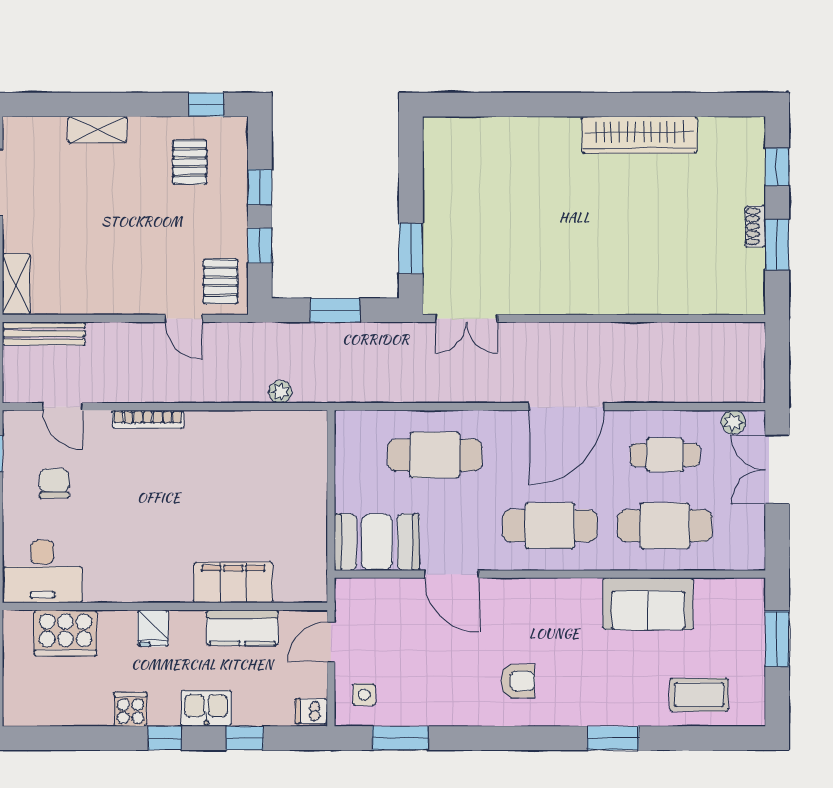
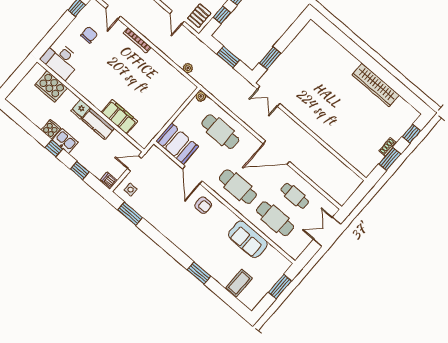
plant: (733, 422) -> (201, 96), moved
kitchen counter: (242, 628) -> (98, 124), moved
armchair: (518, 681) -> (203, 205), moved
coffee table: (699, 695) -> (239, 283), turned 90
kitchen sink: (206, 708) -> (65, 141), moved

